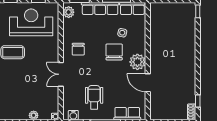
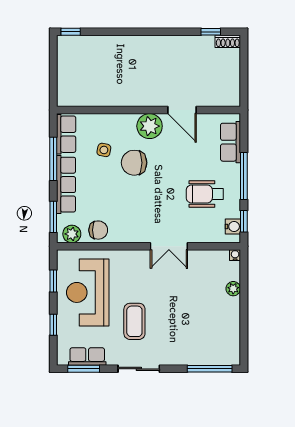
chair: (78, 49) -> (98, 230), moved
door: (148, 83) -> (182, 110), hinge flipped

